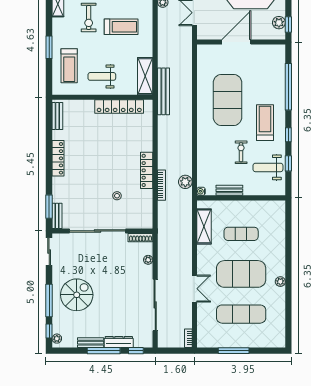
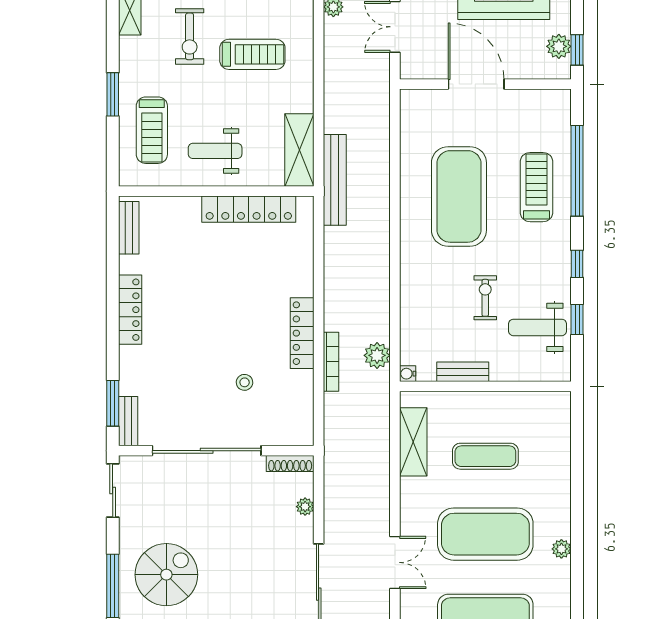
door: (236, 42) -> (476, 84), hinge flipped
treadmill: (265, 123) -> (537, 187), moved

